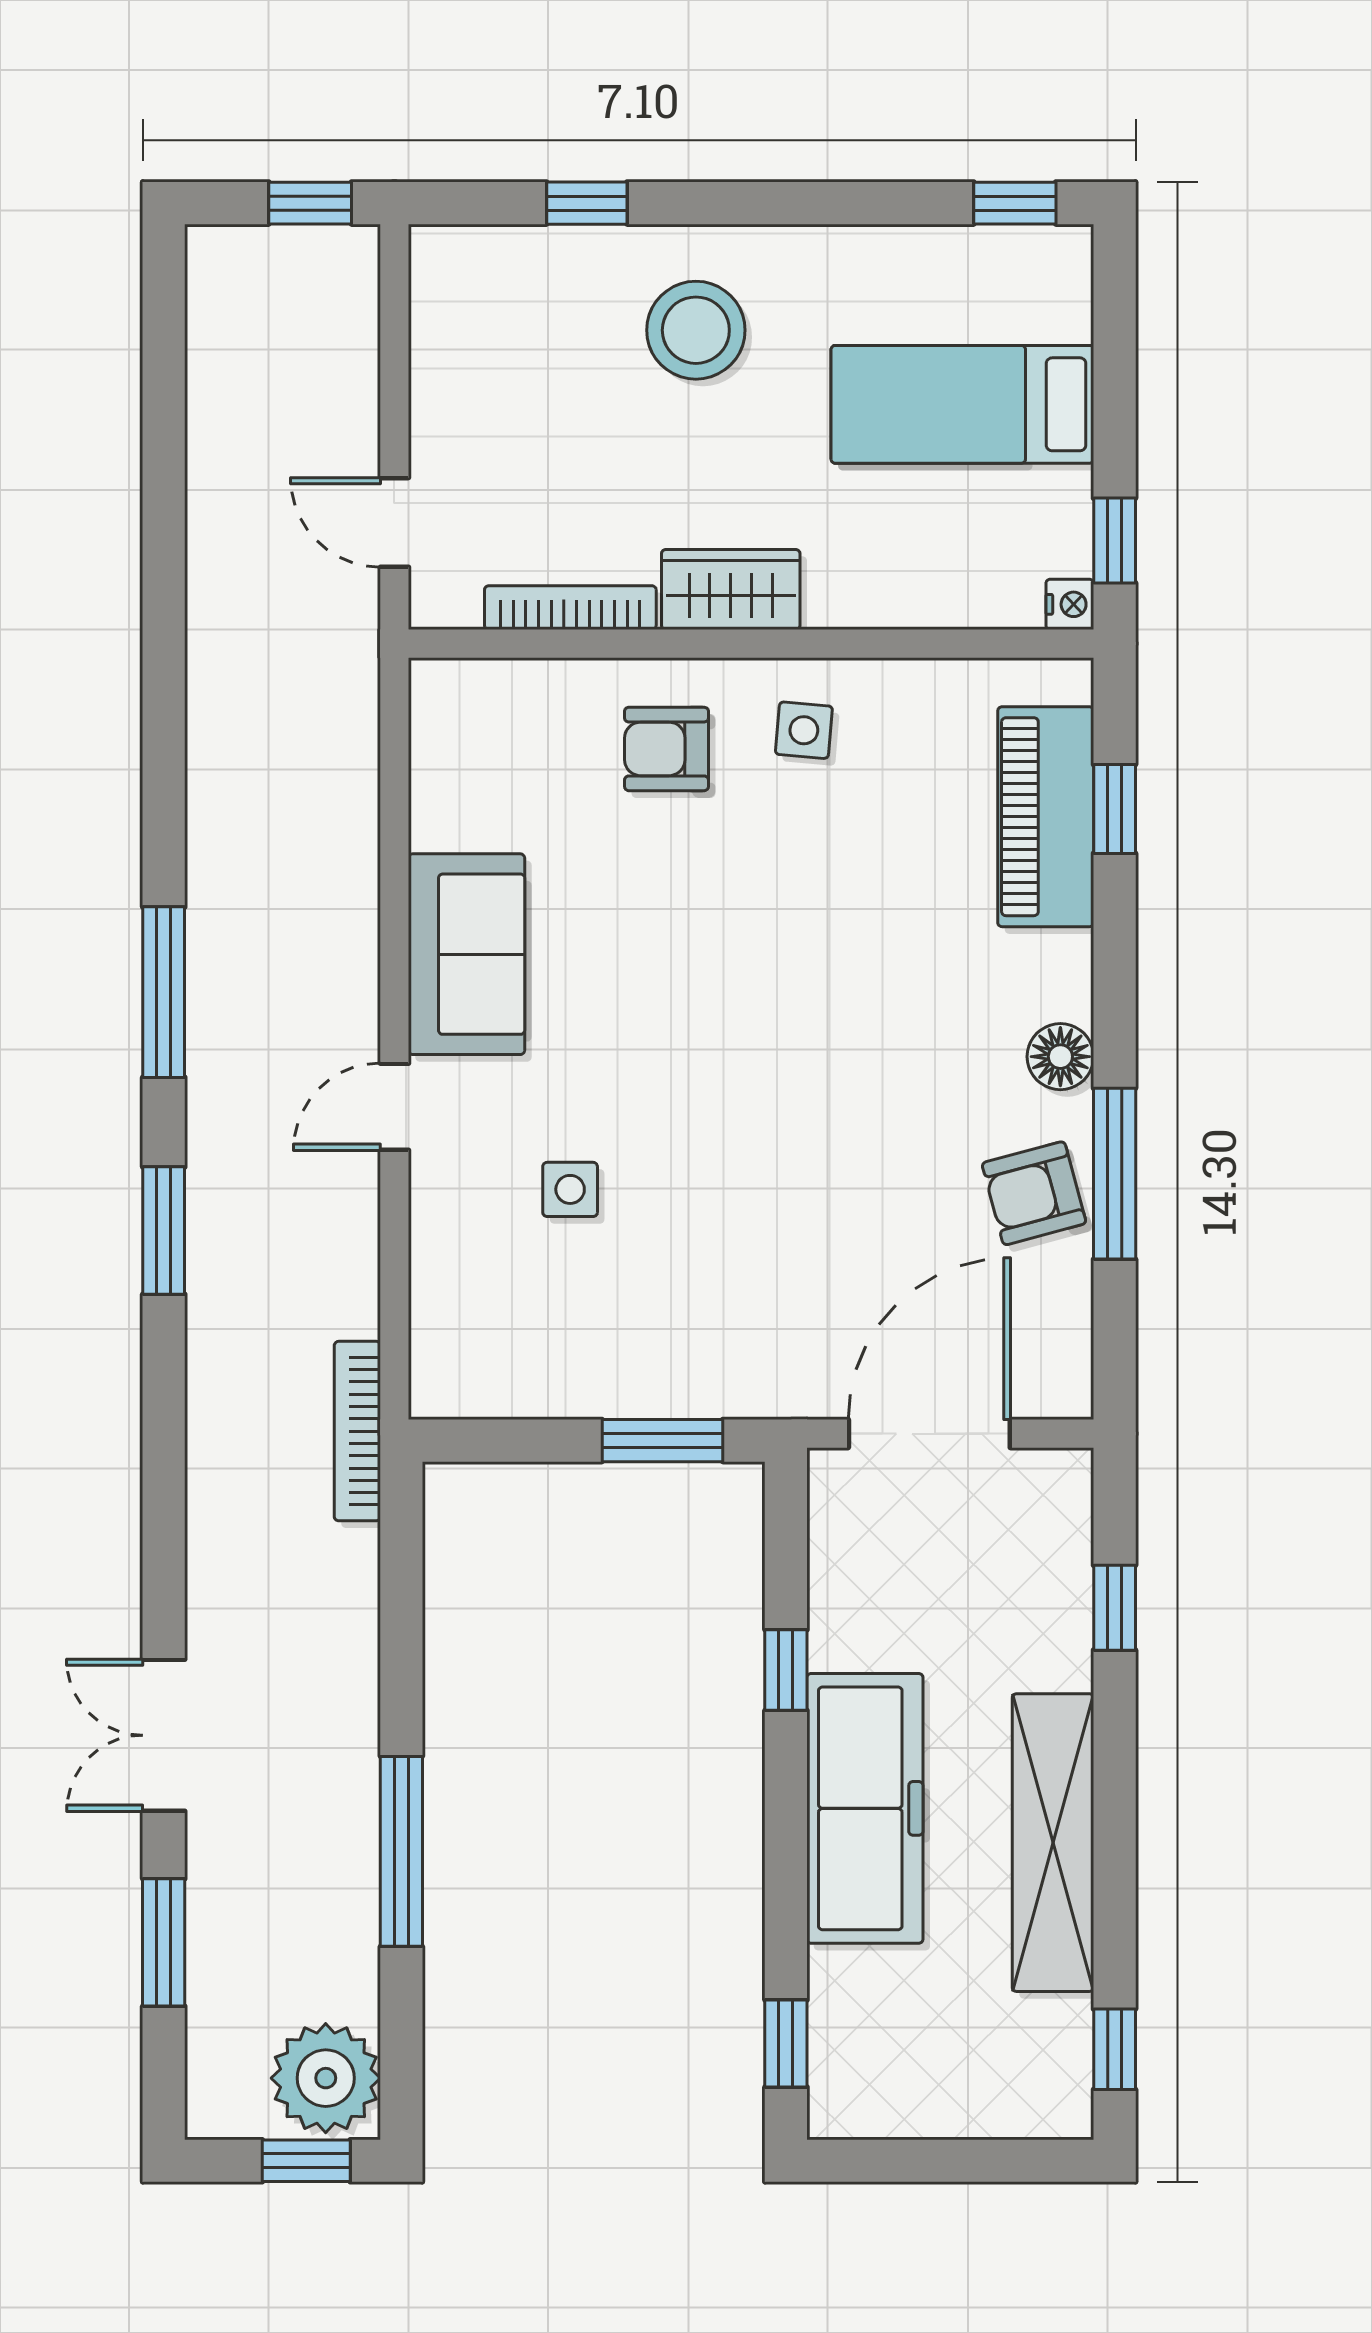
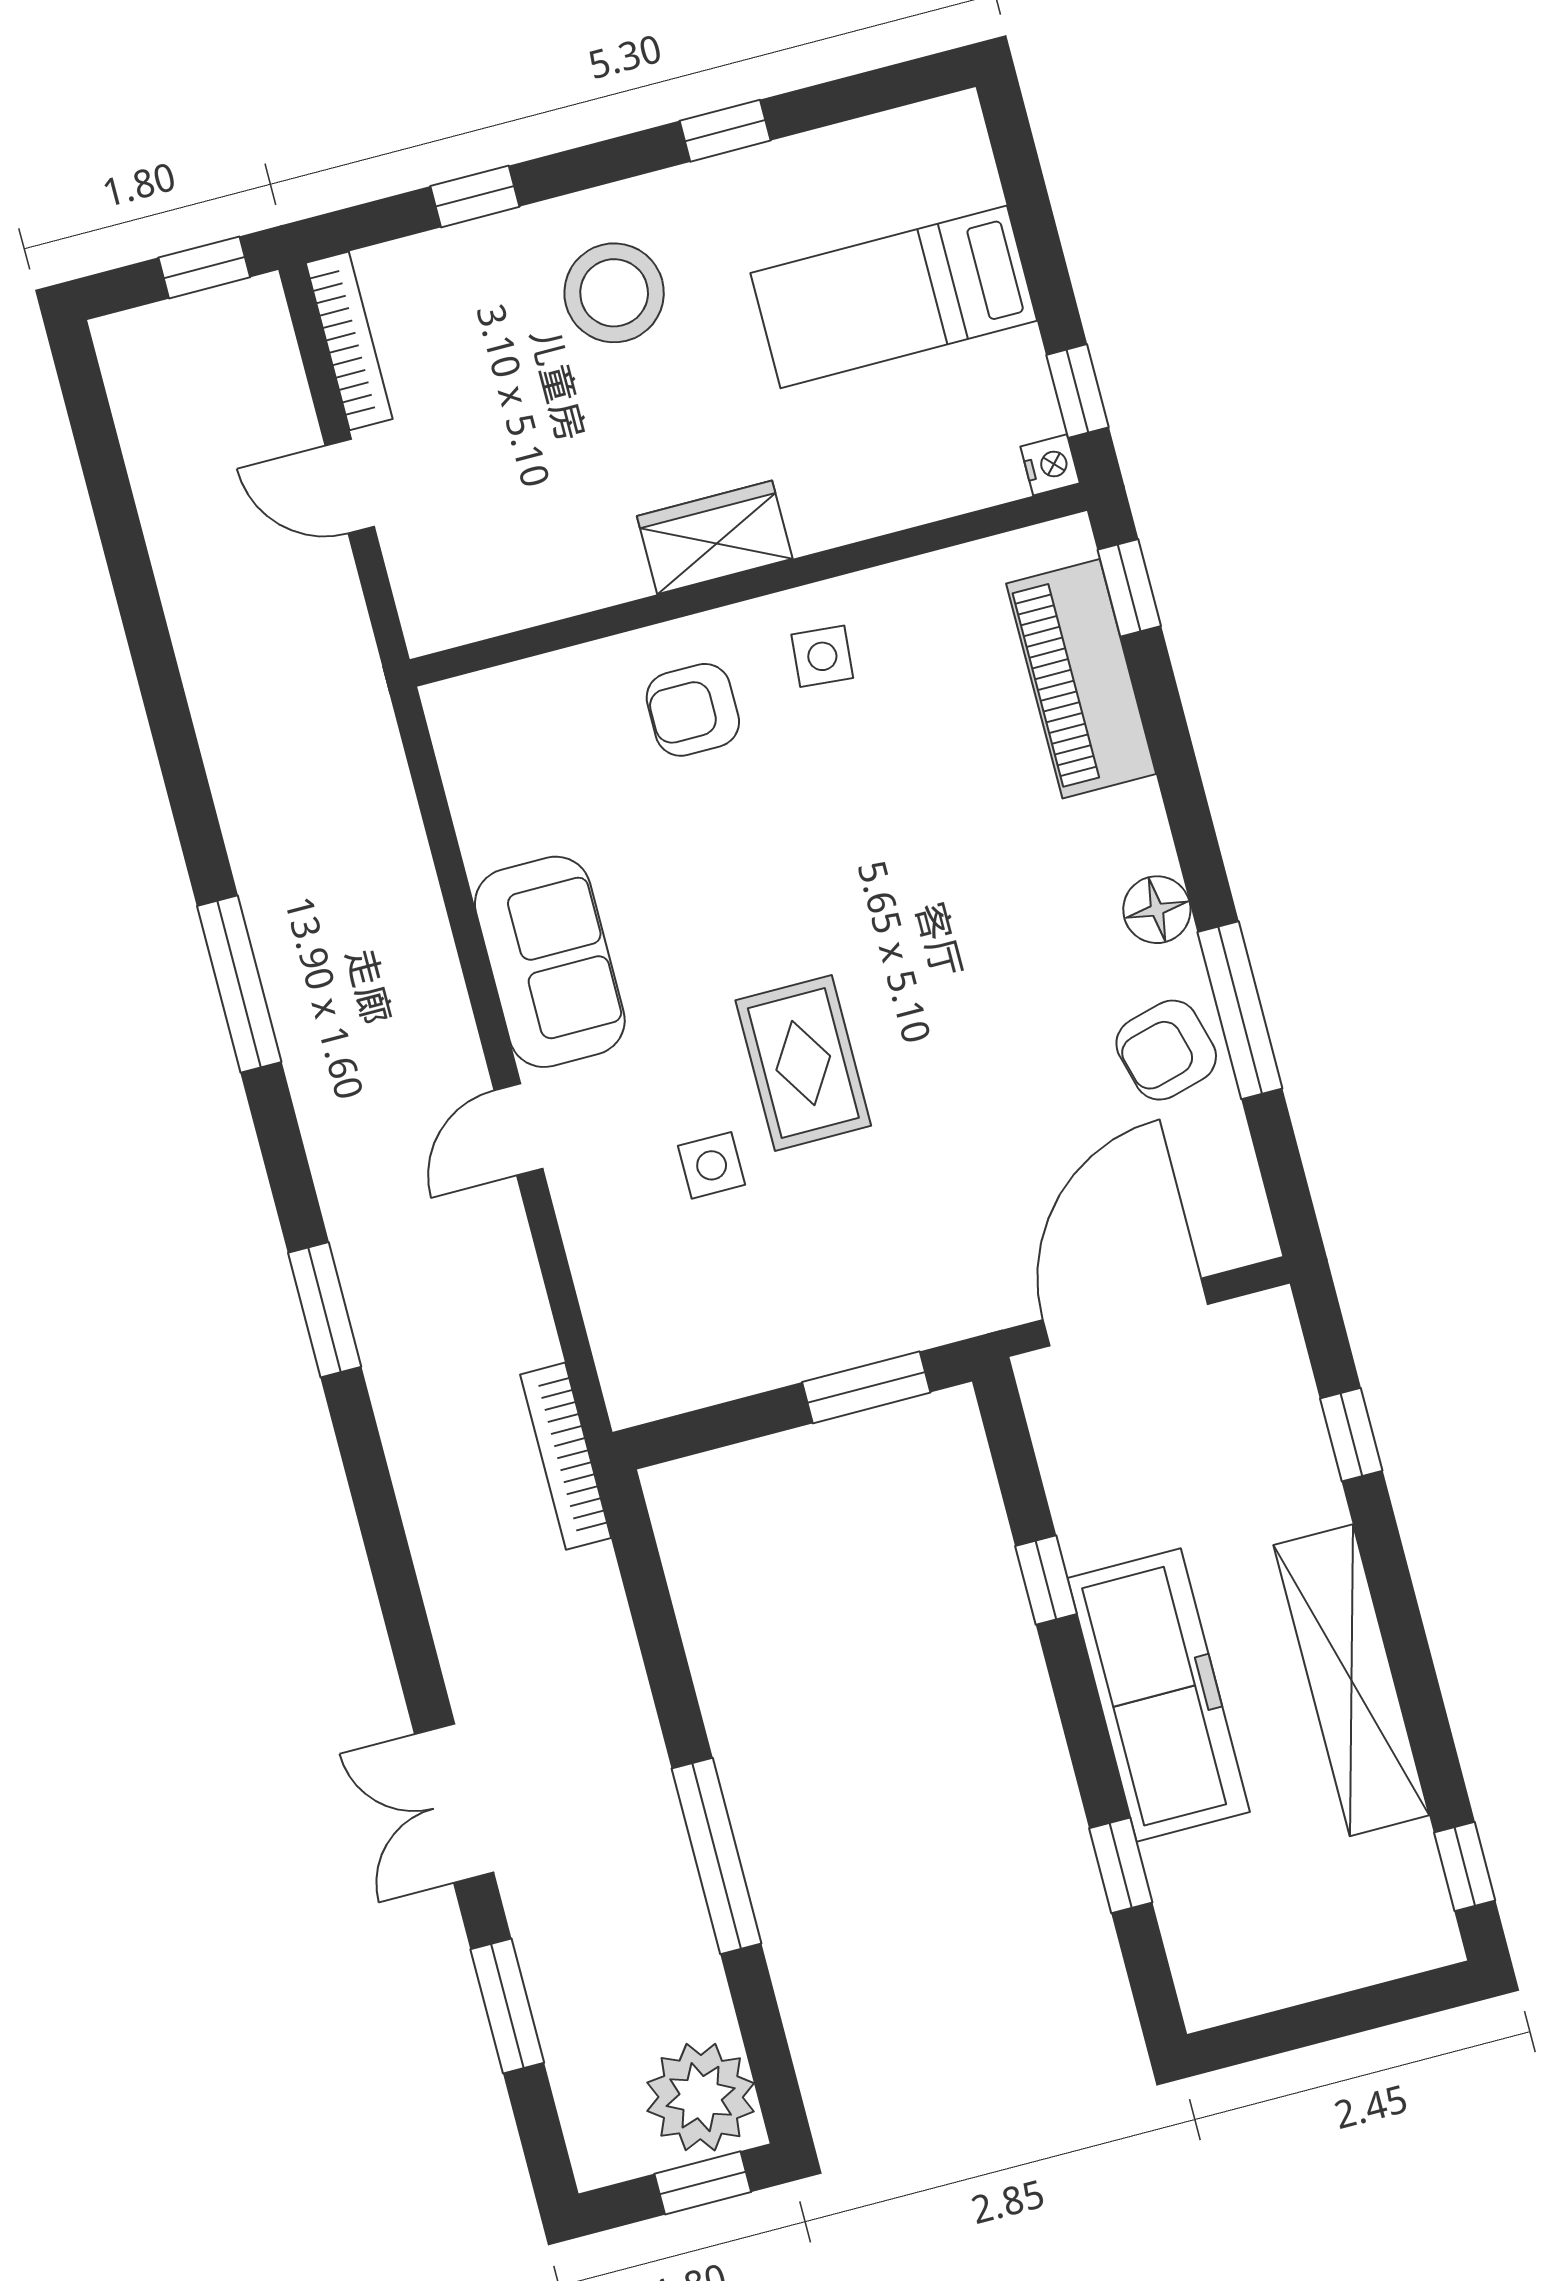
window: (1015, 203) -> (725, 131), moved
door: (394, 522) -> (350, 486), moved
bookcase: (570, 608) -> (349, 341), moved, turned 90
window: (1115, 809) -> (1129, 588), moved
window: (164, 992) -> (239, 984), moved
rug: (684, 1115) -> (803, 1063), added
window: (786, 2044) -> (1121, 1865), moved

